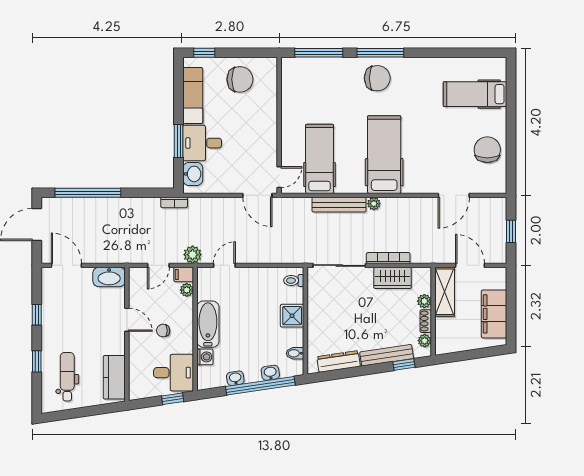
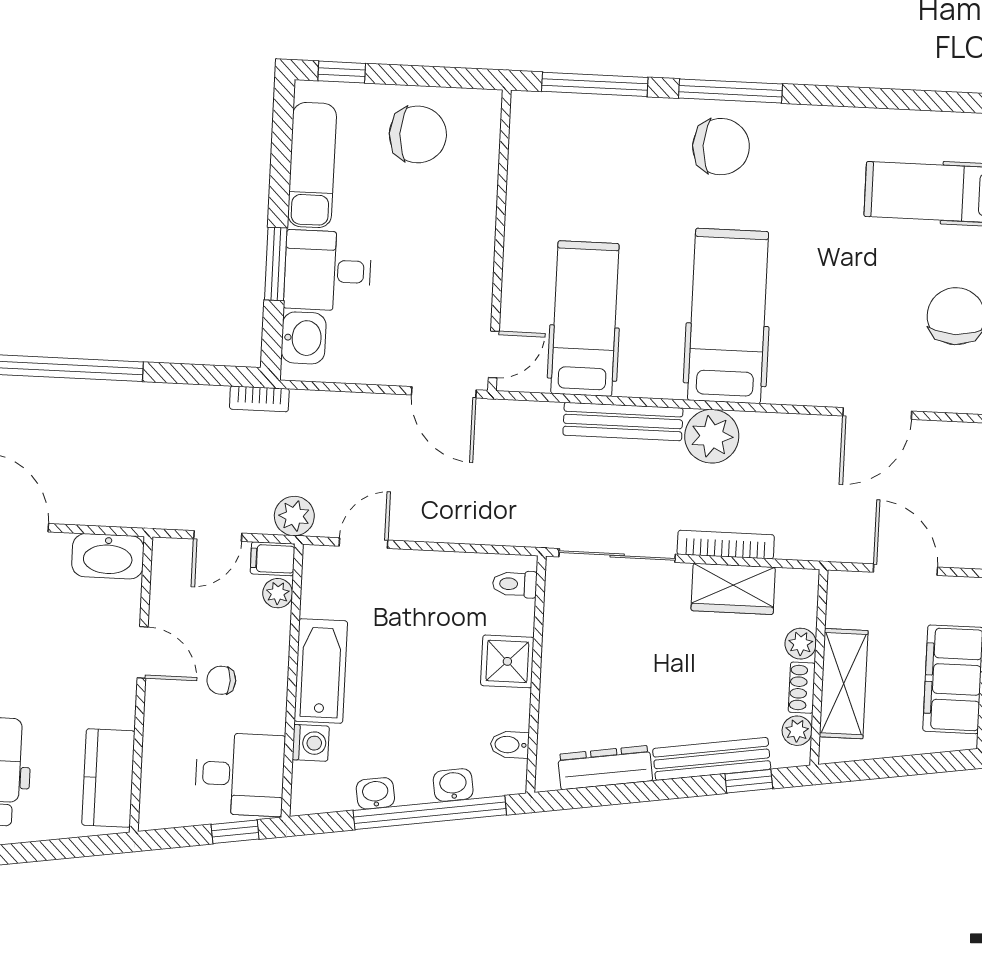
plant: (374, 204) -> (712, 436), width x1.88, depth x1.88
shelving: (445, 292) -> (844, 684), moved

